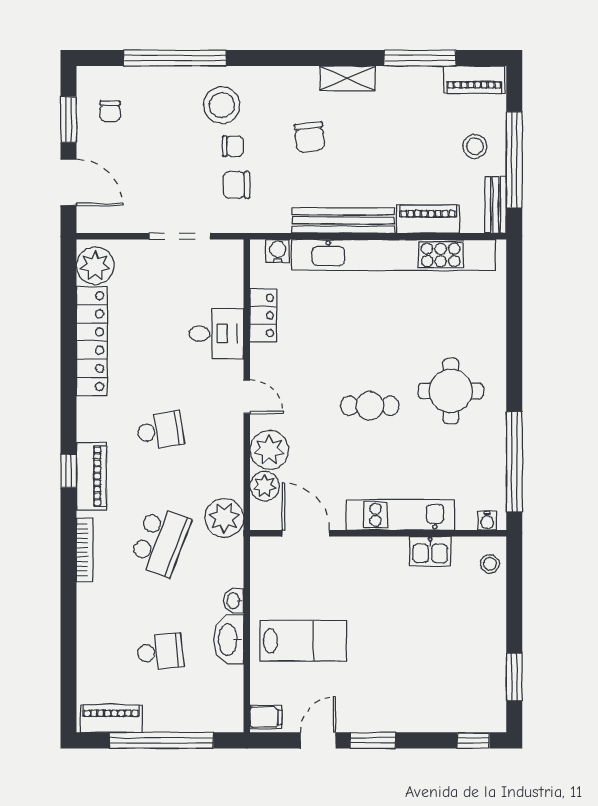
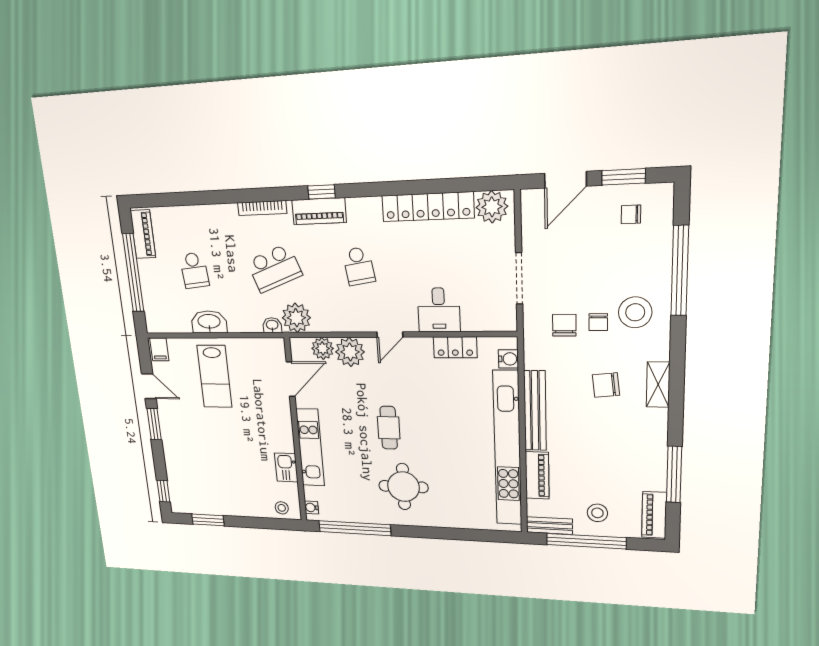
shelving: (347, 78) -> (658, 385), moved
school desk: (160, 541) -> (274, 268), turned -42
washbasin: (234, 601) -> (272, 325), moved

